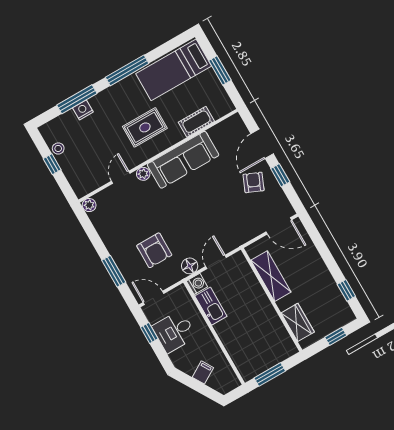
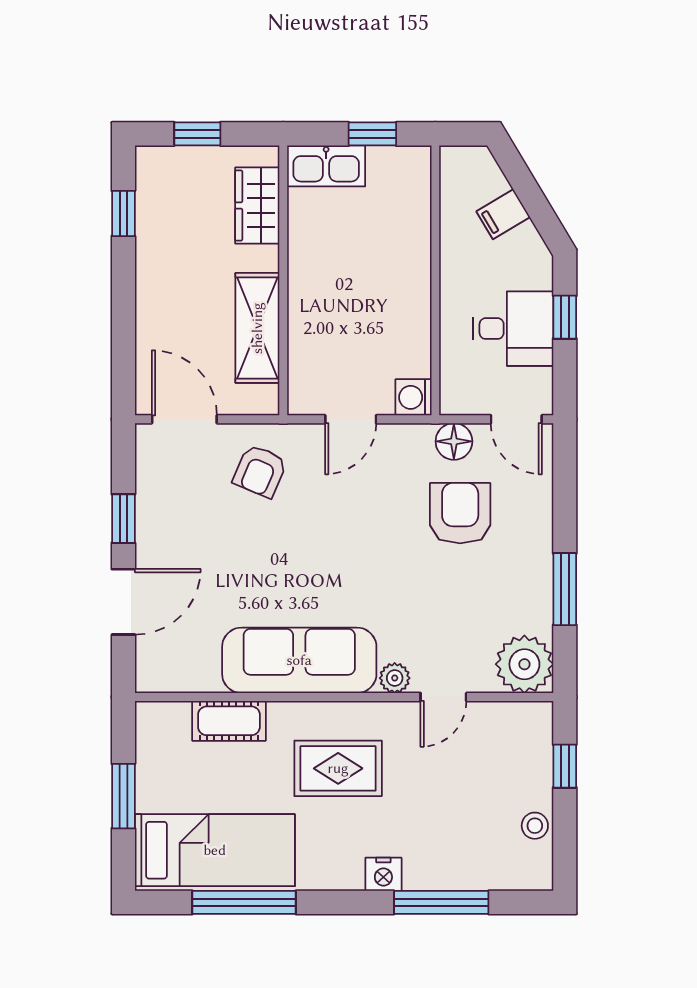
window: (127, 70) -> (244, 902), moved
nightstand: (83, 110) -> (383, 874), moved
window: (52, 164) -> (565, 766), moved
armchair: (254, 182) -> (260, 471), moved
plant: (89, 205) -> (524, 664), width x1.88, depth x1.88
floor lamp: (190, 266) -> (454, 441), moved
window: (114, 271) -> (565, 589), moved
kitchen sink: (211, 306) -> (326, 166), moved, turned -90
window: (149, 333) -> (565, 317), moved
window: (270, 374) -> (372, 134), width x0.67

